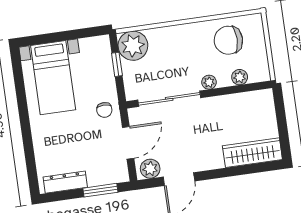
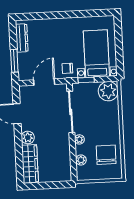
window: (117, 64) -> (86, 80), moved
bed with nightstands: (53, 78) -> (96, 54), moved, turned 90
door: (128, 143) -> (44, 82), swing flipped
plant: (150, 169) -> (28, 138), moved

